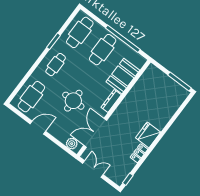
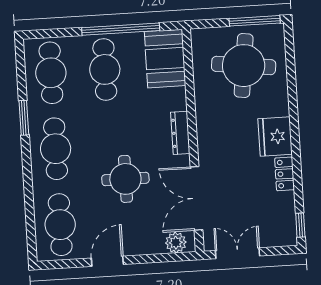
cafe table: (56, 65) -> (56, 149), width x1.37, depth x1.35
booth: (123, 76) -> (165, 59), moved
round table: (160, 96) -> (244, 66), added

